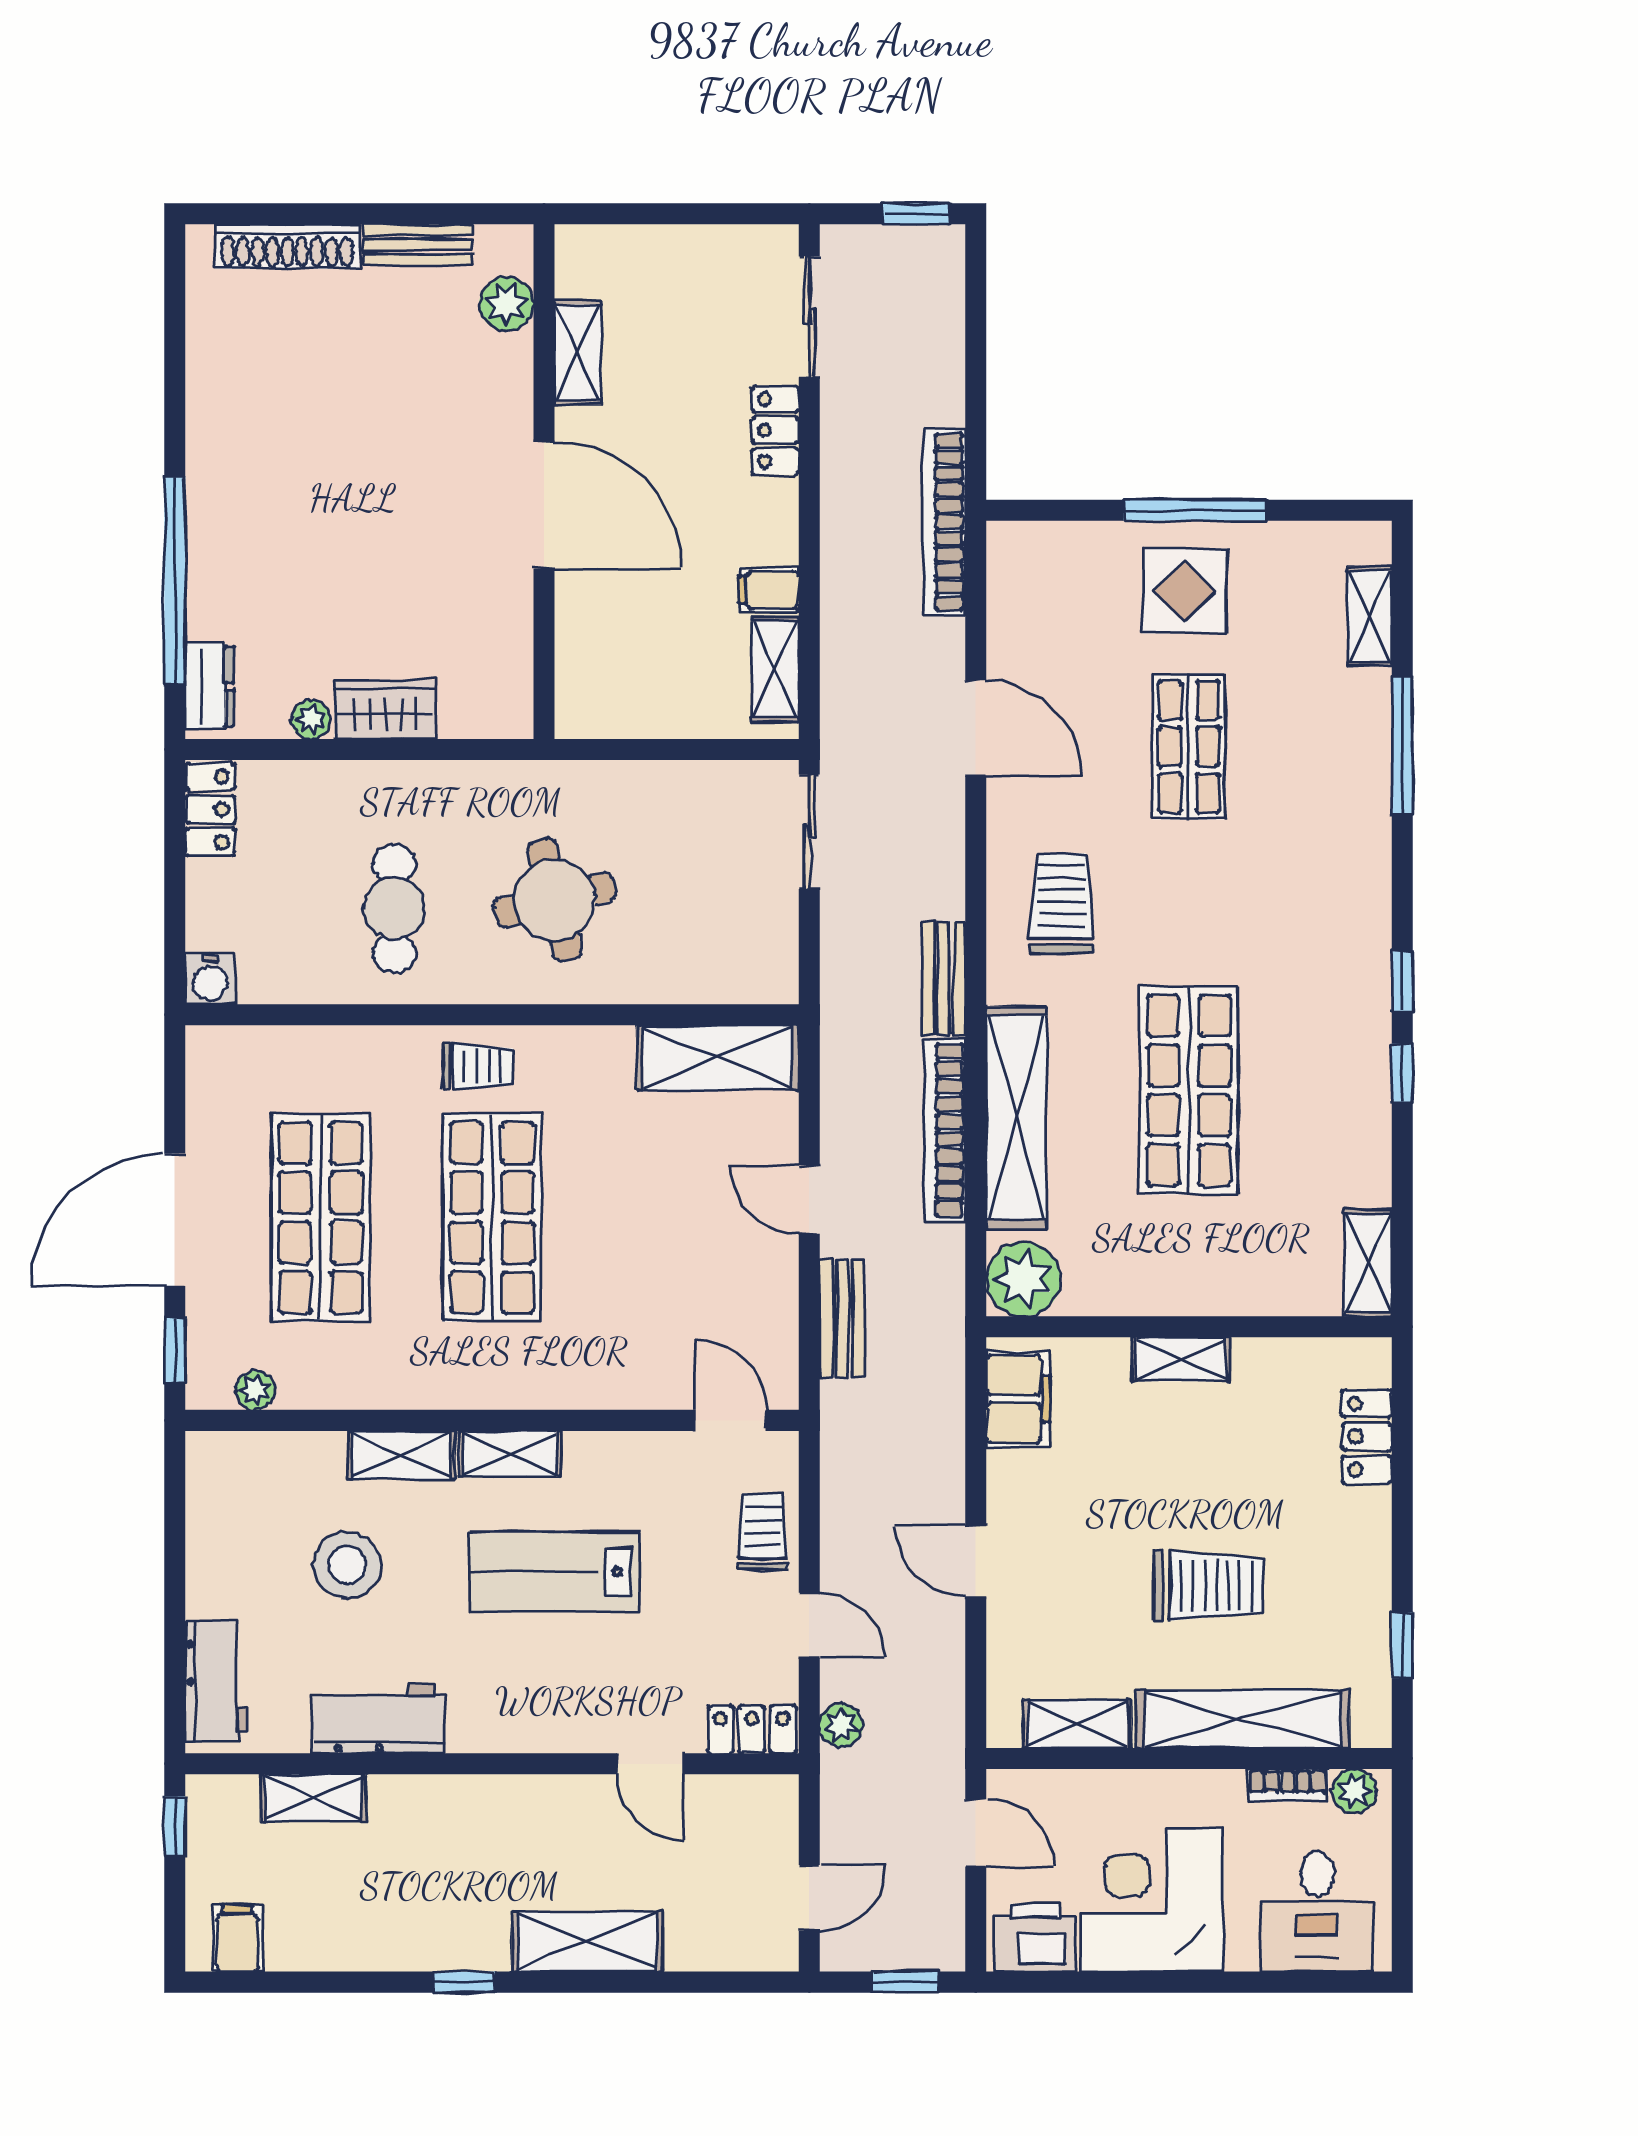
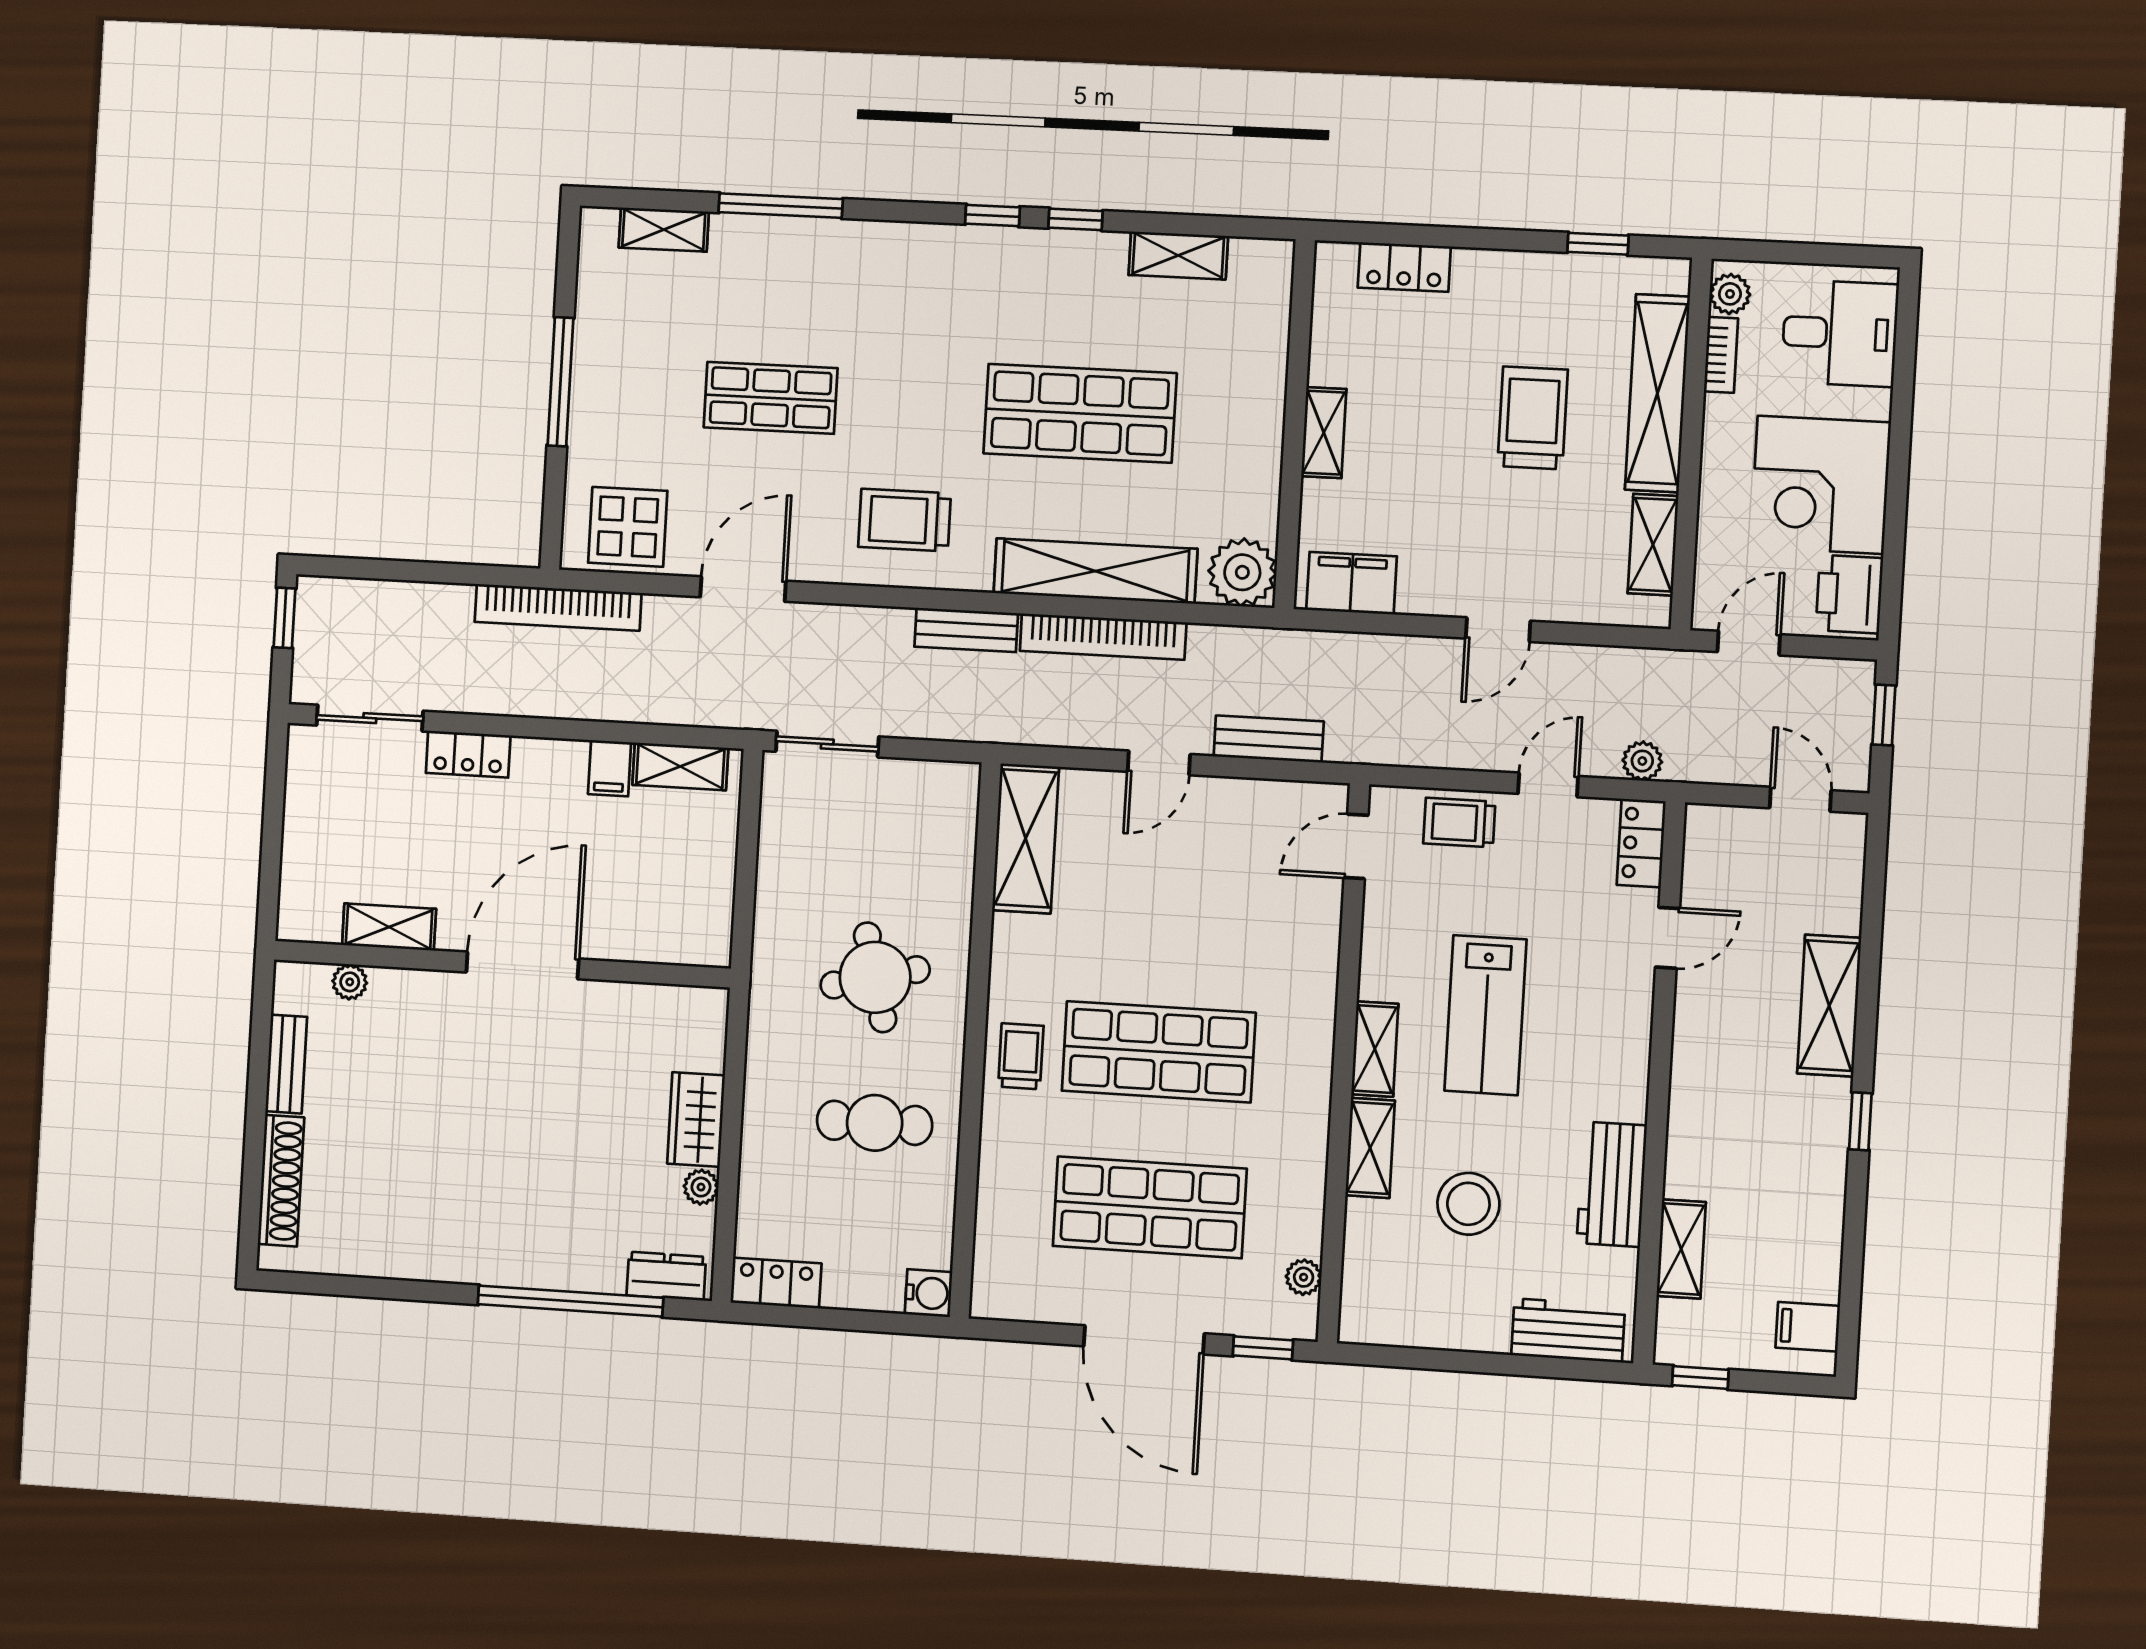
plant: (506, 304) -> (350, 982), width x0.73, depth x0.73
display table: (1185, 591) -> (628, 527), moved
shelving: (1368, 1263) -> (1178, 255), moved

